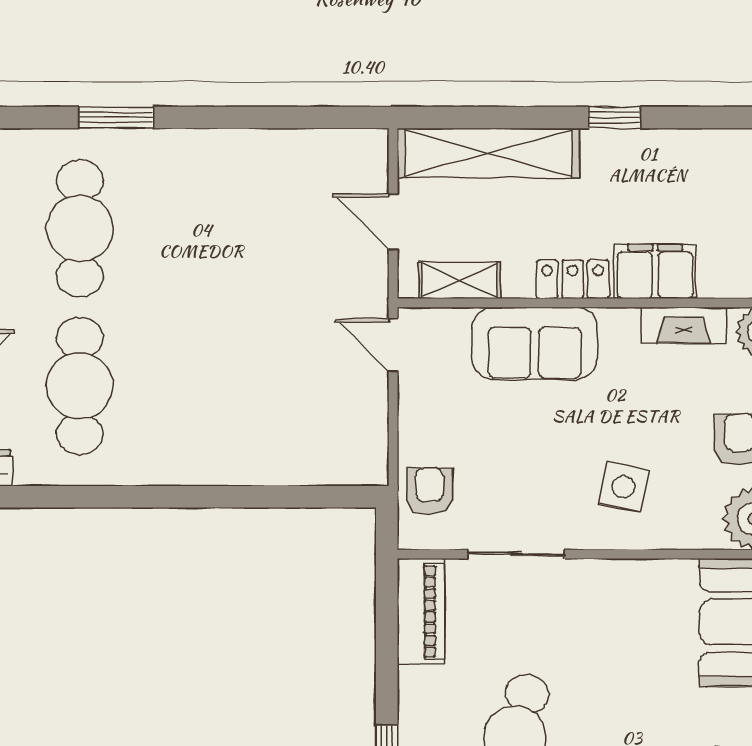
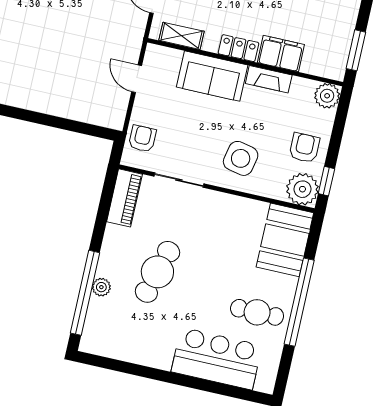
fireplace: (684, 325) -> (269, 79), moved
door: (393, 345) -> (137, 79), moved
side table: (624, 487) -> (241, 158), width x1.37, depth x1.37

